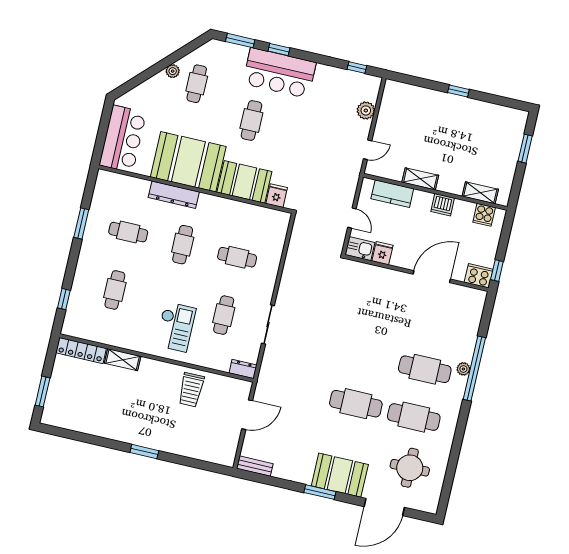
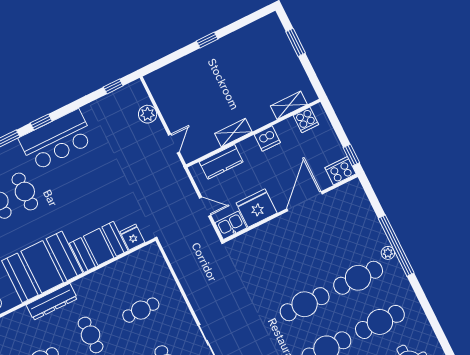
cafe table: (251, 121) -> (25, 191), moved
fridge: (382, 253) -> (257, 208), width x1.88, depth x1.34
cafe table: (367, 356) -> (305, 304), added

